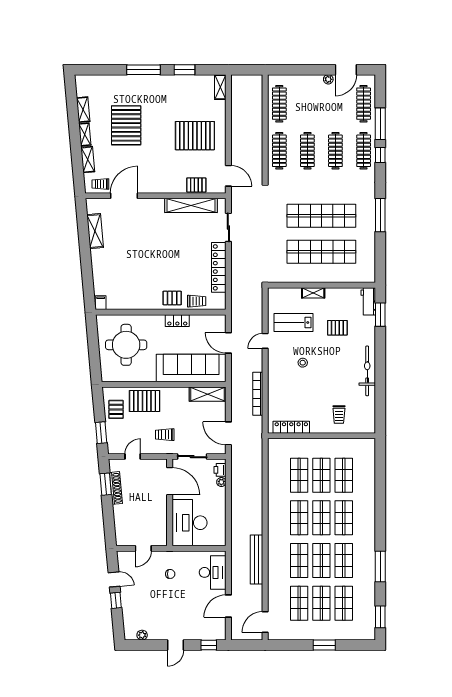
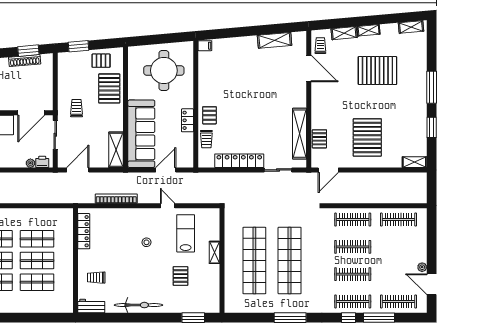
shelving: (83, 110) -> (411, 27), moved
workbench: (368, 301) -> (91, 306), moved
door: (133, 457) -> (55, 77), removed

